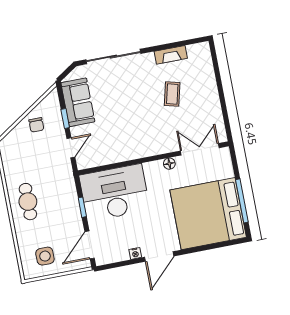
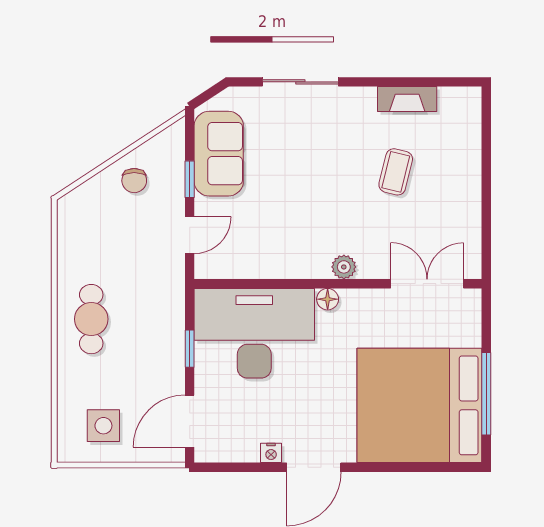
sliding door: (113, 57) -> (300, 82), width x0.73
plant: (155, 149) -> (344, 267), added
floor lamp: (169, 164) -> (328, 299), moved

